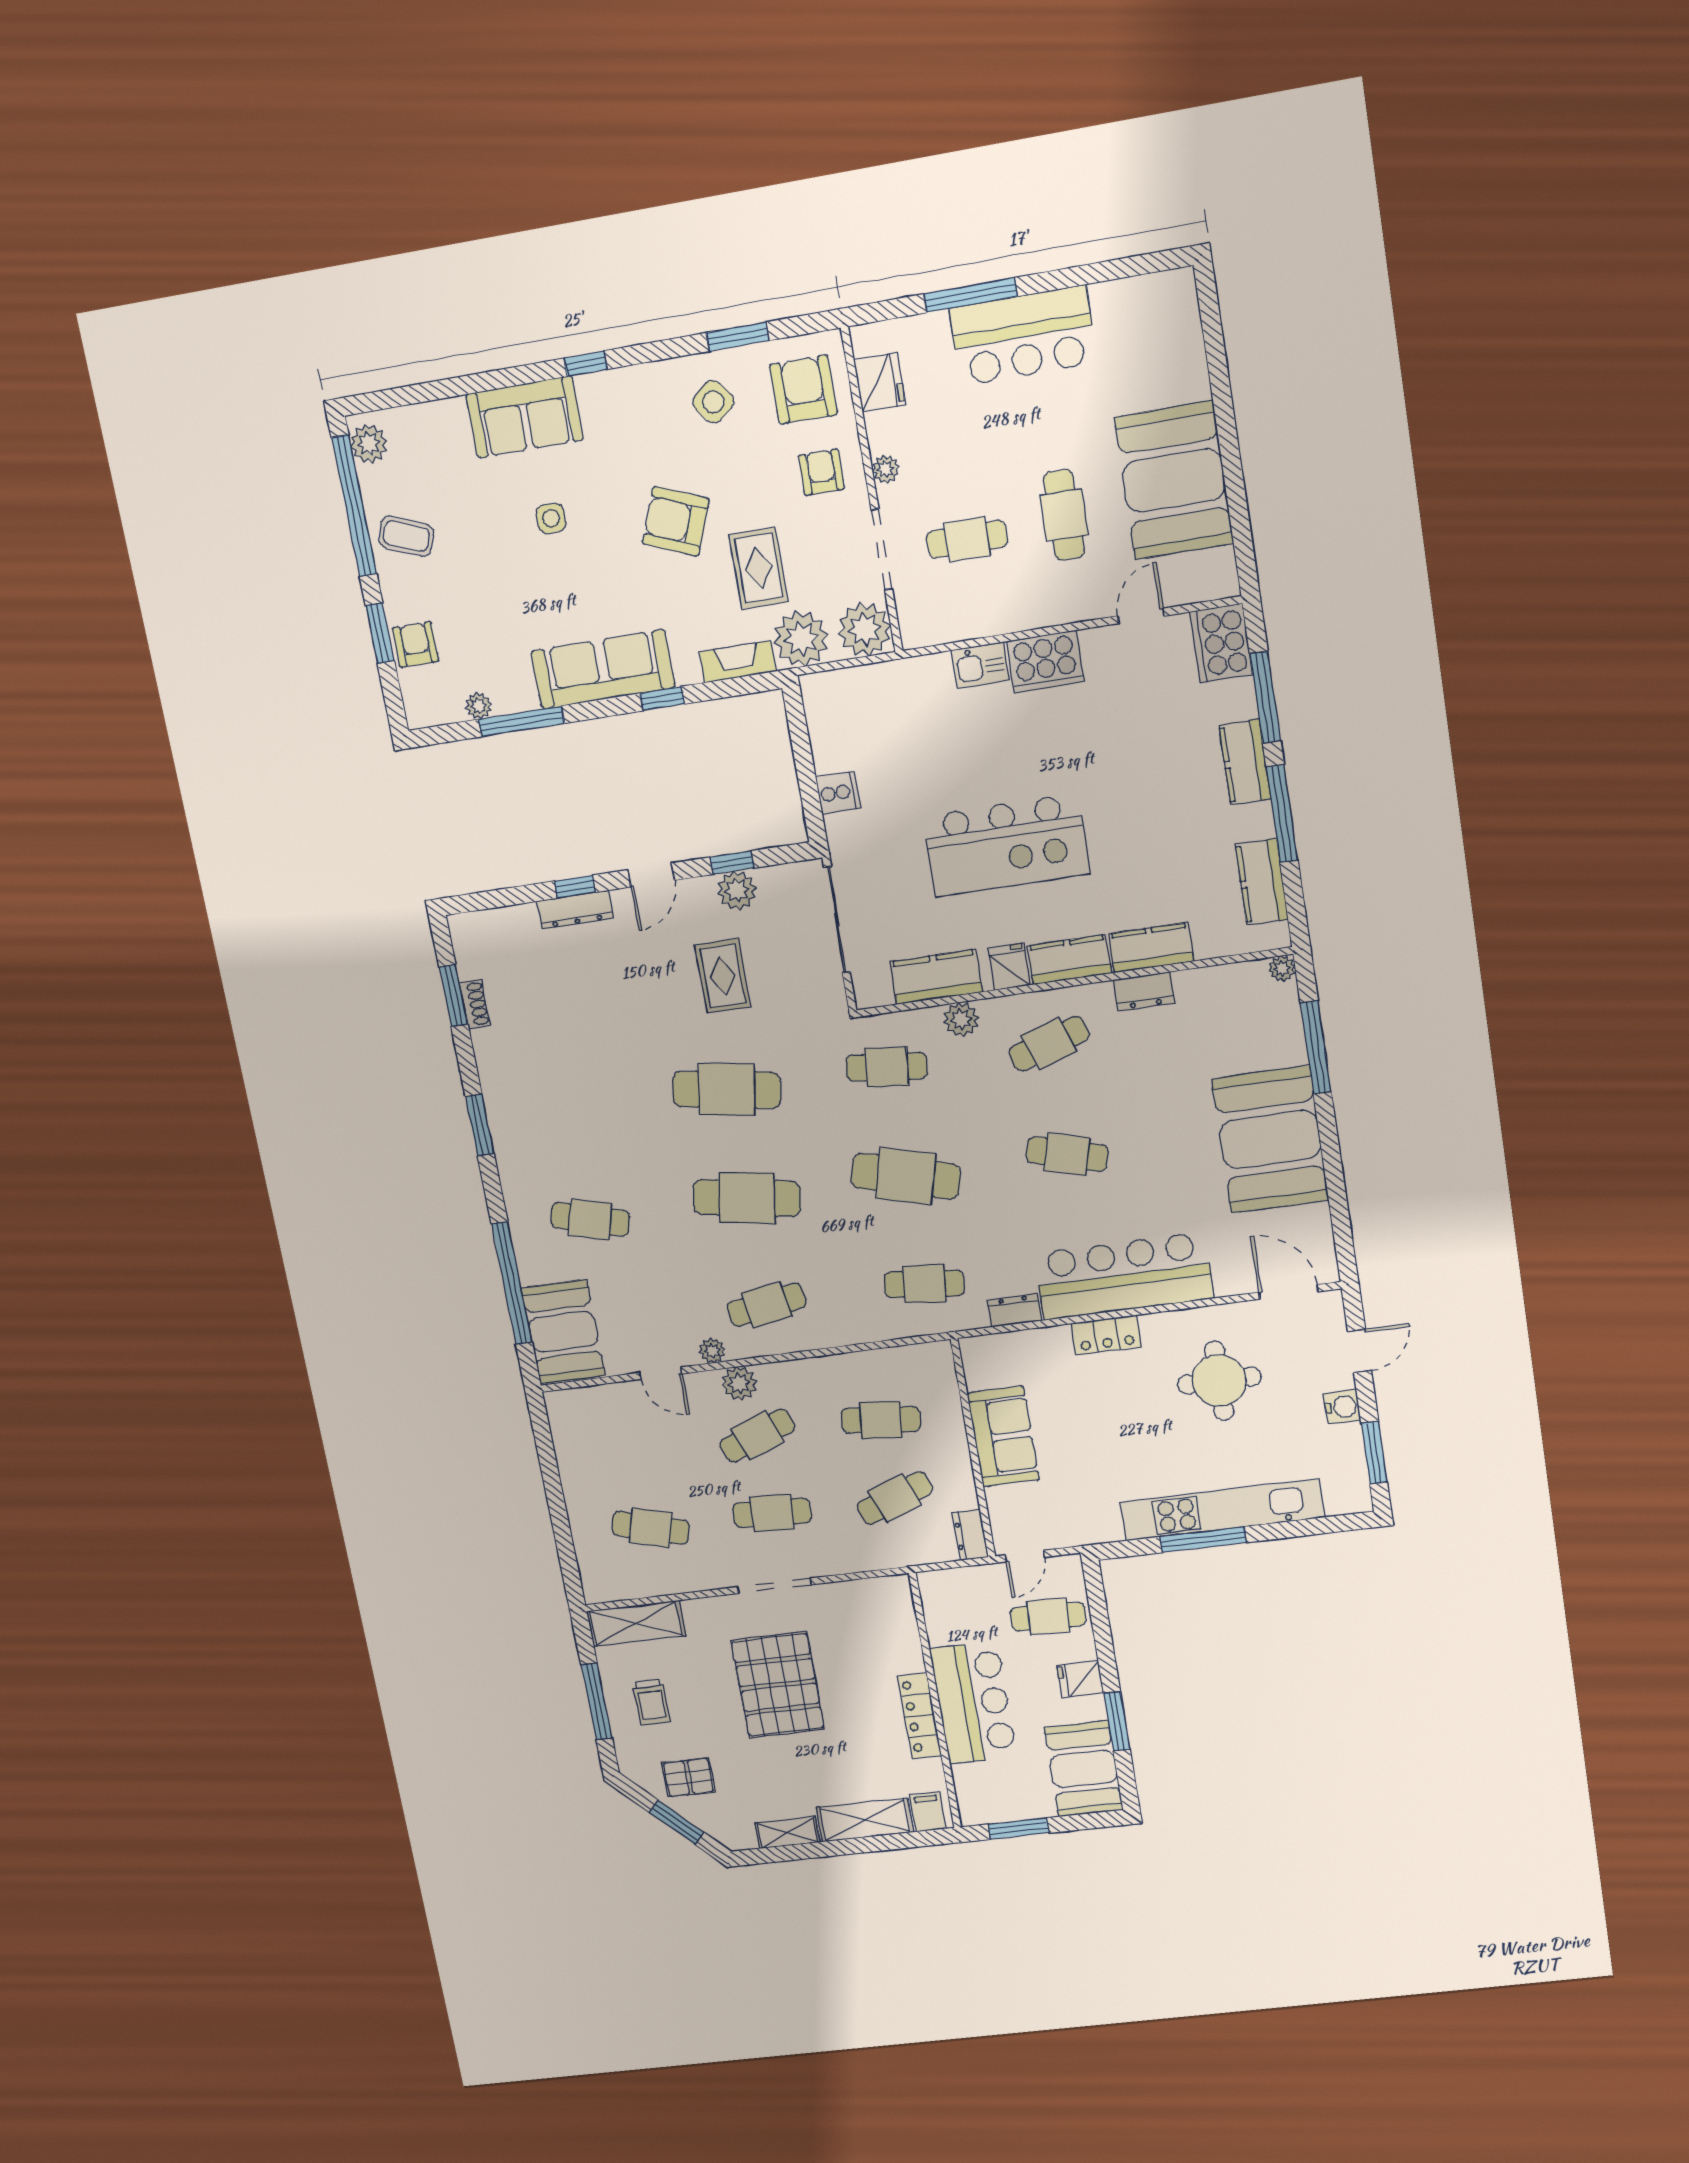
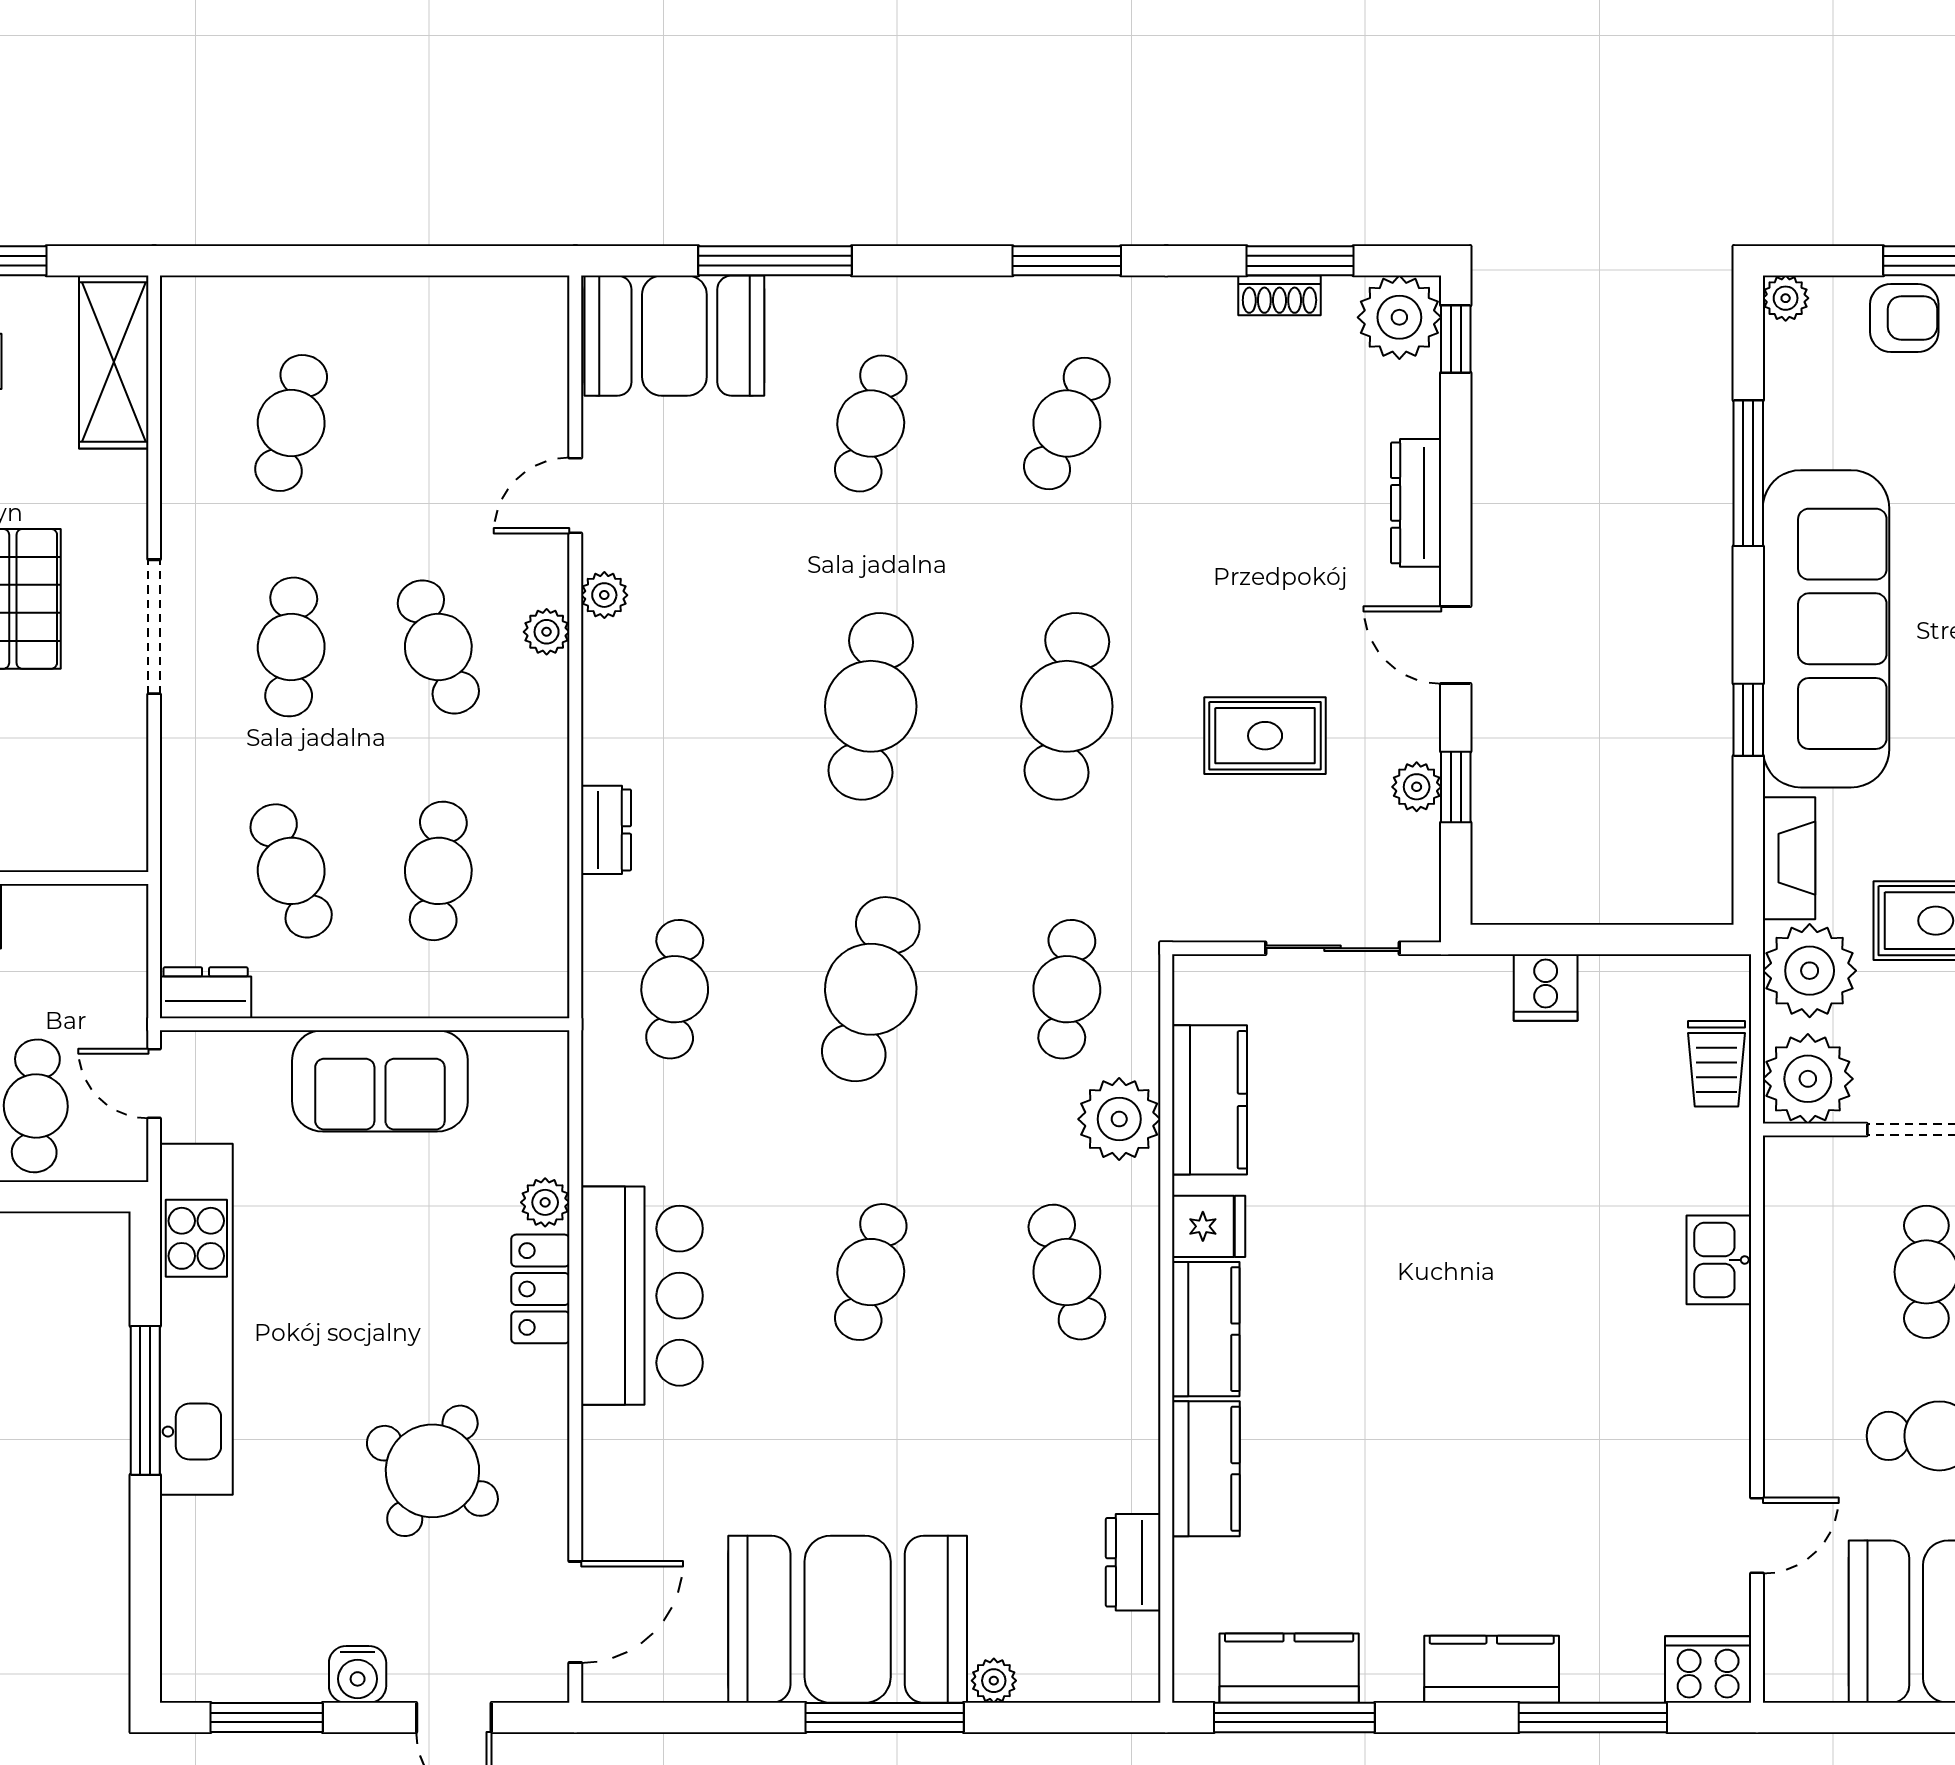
door: (1141, 616) -> (1757, 1535), hinge flipped
cooker: (1221, 643) -> (1708, 1670), width x0.73, depth x0.76
cooker: (1045, 662) -> (1708, 1368), removed
sofa: (603, 669) -> (1826, 629), width x1.36, depth x1.27
trolley: (865, 685) -> (1716, 1064), added
plant: (479, 706) -> (1786, 298), moved
window: (1282, 814) -> (1294, 1718), moved
kitchen island: (1006, 845) -> (1415, 1255), removed
window: (575, 887) -> (1456, 339), moved
plant: (737, 890) -> (1417, 787), width x0.73, depth x0.73
sliding door: (837, 919) -> (1332, 948), width x0.73
plant: (473, 935) -> (1399, 317), added
plant: (1282, 969) -> (994, 1681), moved
dresser: (1144, 991) -> (1133, 1562), moved
plant: (961, 1019) -> (1119, 1119), width x1.36, depth x1.36
window: (1316, 1047) -> (885, 1718), moved
bar counter: (1124, 1276) -> (642, 1296), width x0.73
window: (512, 1283) -> (775, 261), width x0.68
cafe table: (767, 1305) -> (1067, 423), moved, turned 33
dresser: (1014, 1310) -> (606, 830), moved
plant: (1057, 1339) -> (545, 1202), added
round table: (1219, 1381) -> (432, 1471), turned 30
plant: (739, 1384) -> (547, 632), width x0.73, depth x0.73
kitchen unit: (1222, 1510) -> (196, 1319), moved

